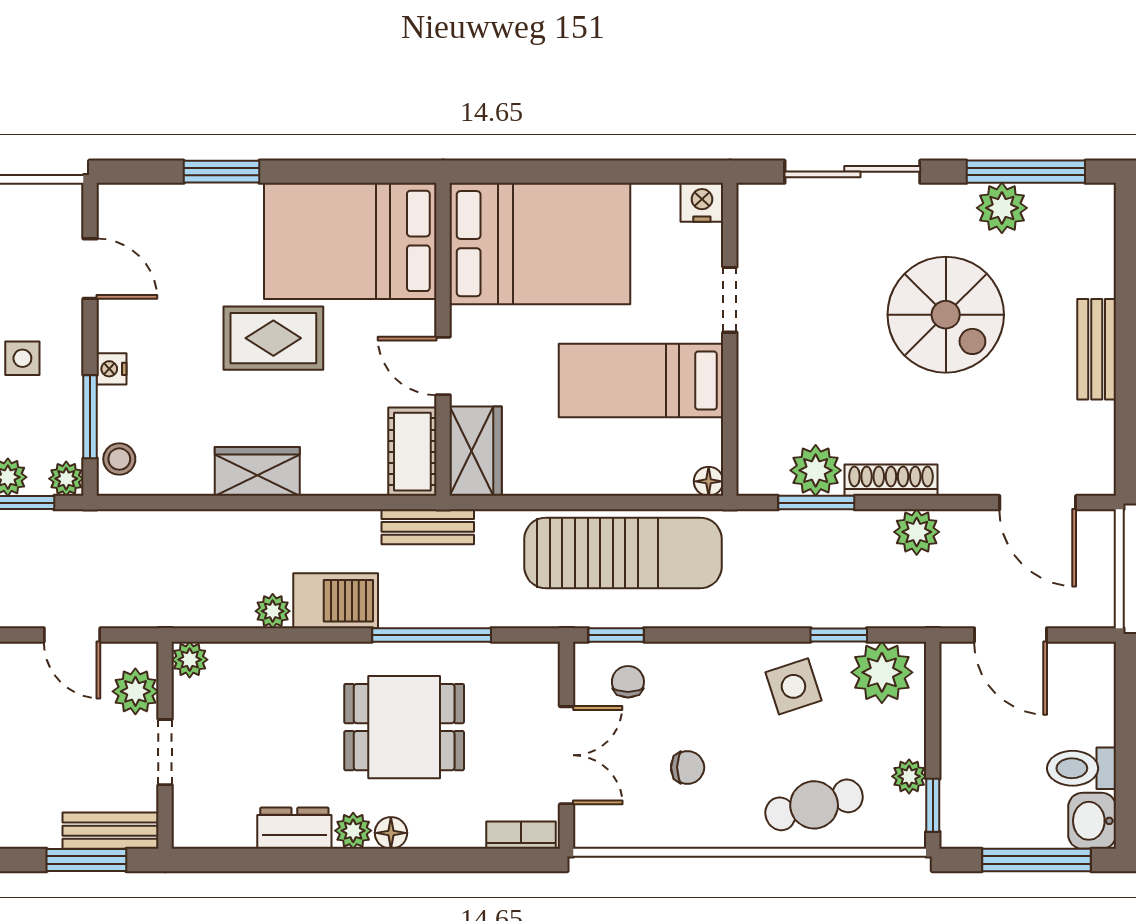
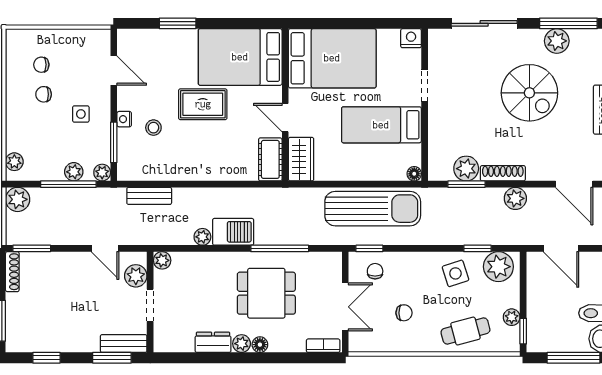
stool: (119, 459) -> (153, 128), moved
wardrobe: (257, 471) -> (195, 169), removed
bench: (428, 527) -> (149, 196), moved

